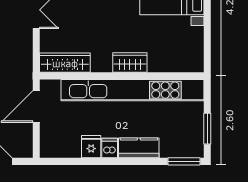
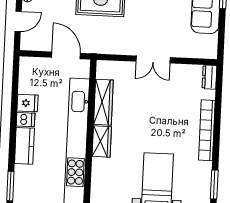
wardrobe: (65, 63) -> (103, 102), moved

